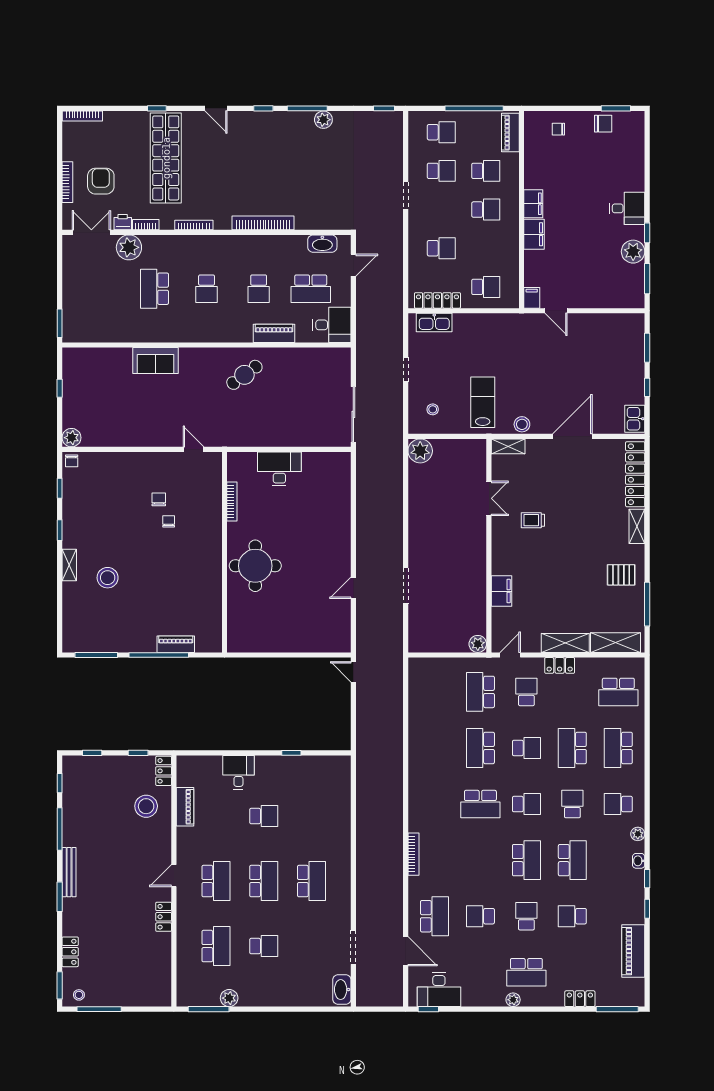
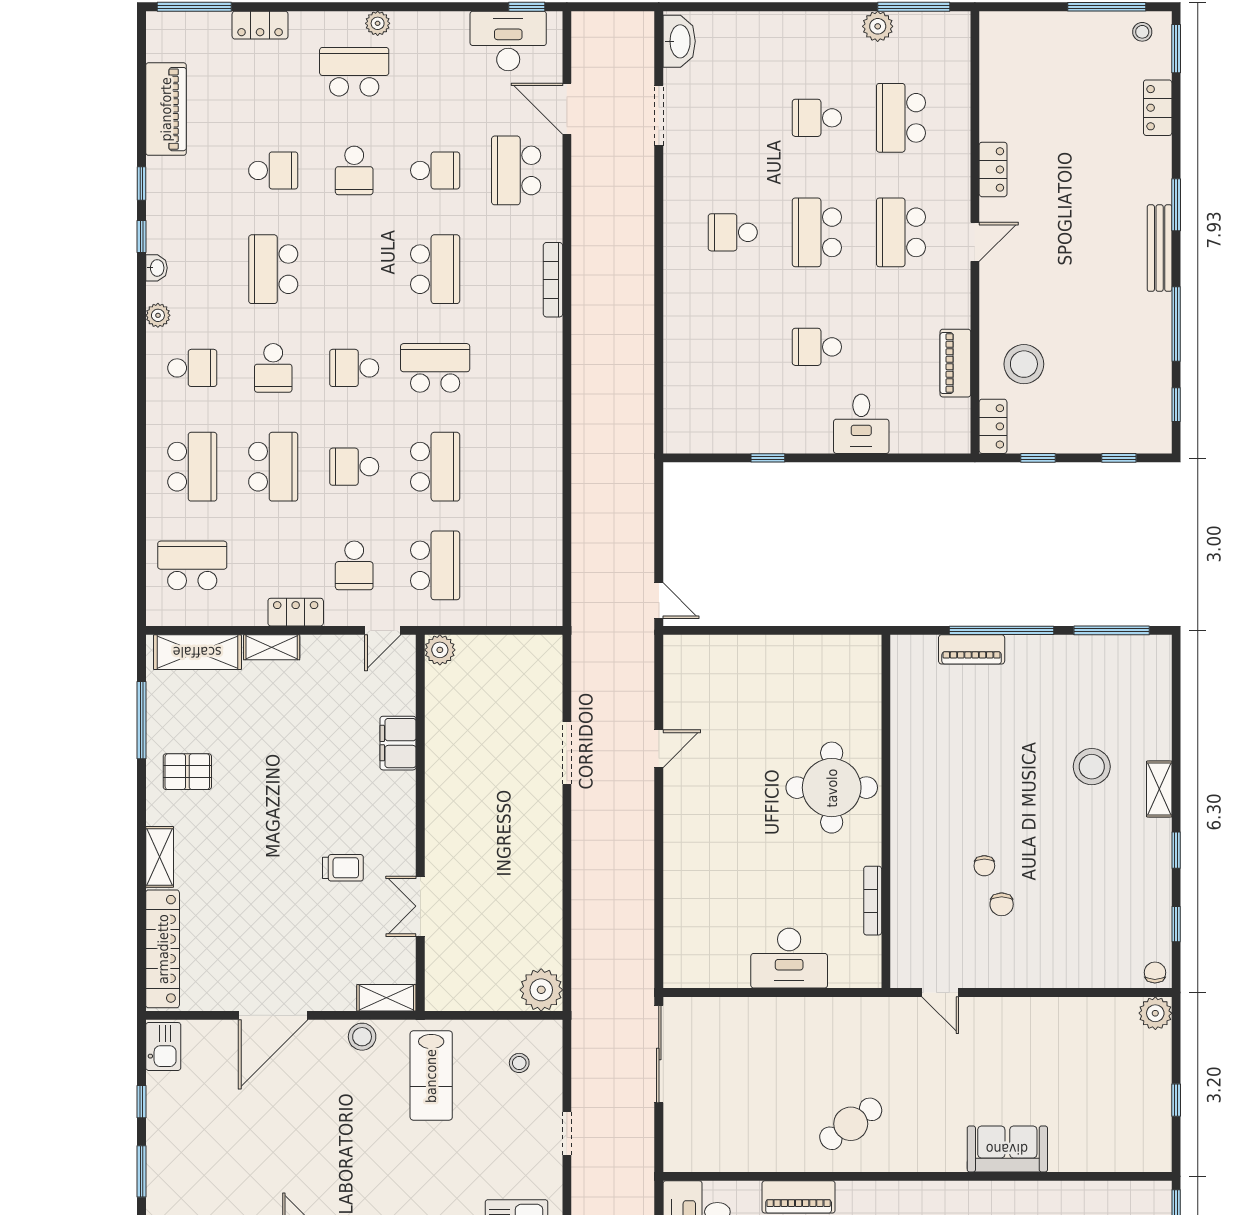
shelving: (565, 643) -> (272, 647), width x0.67, depth x0.75
school desk: (526, 860) -> (435, 269), moved, turned 180
school desk: (311, 881) -> (733, 232), width x0.54

